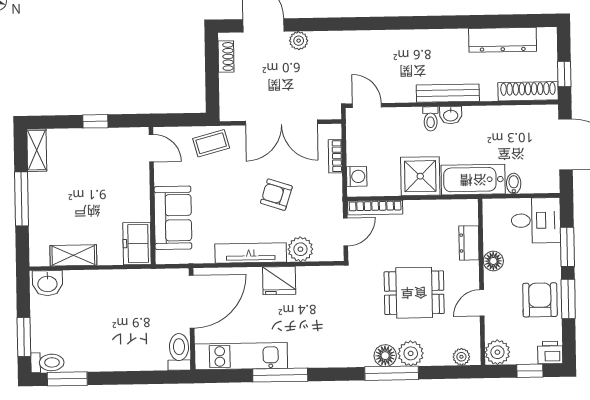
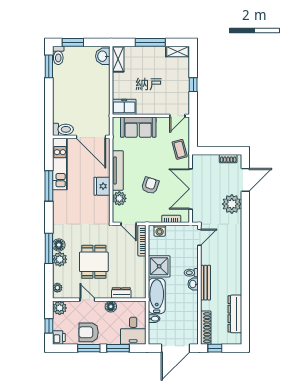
plant: (299, 41) -> (232, 204), width x1.87, depth x1.87
shelving: (73, 255) -> (118, 59), moved
armchair: (540, 300) -> (89, 332), turned 180

